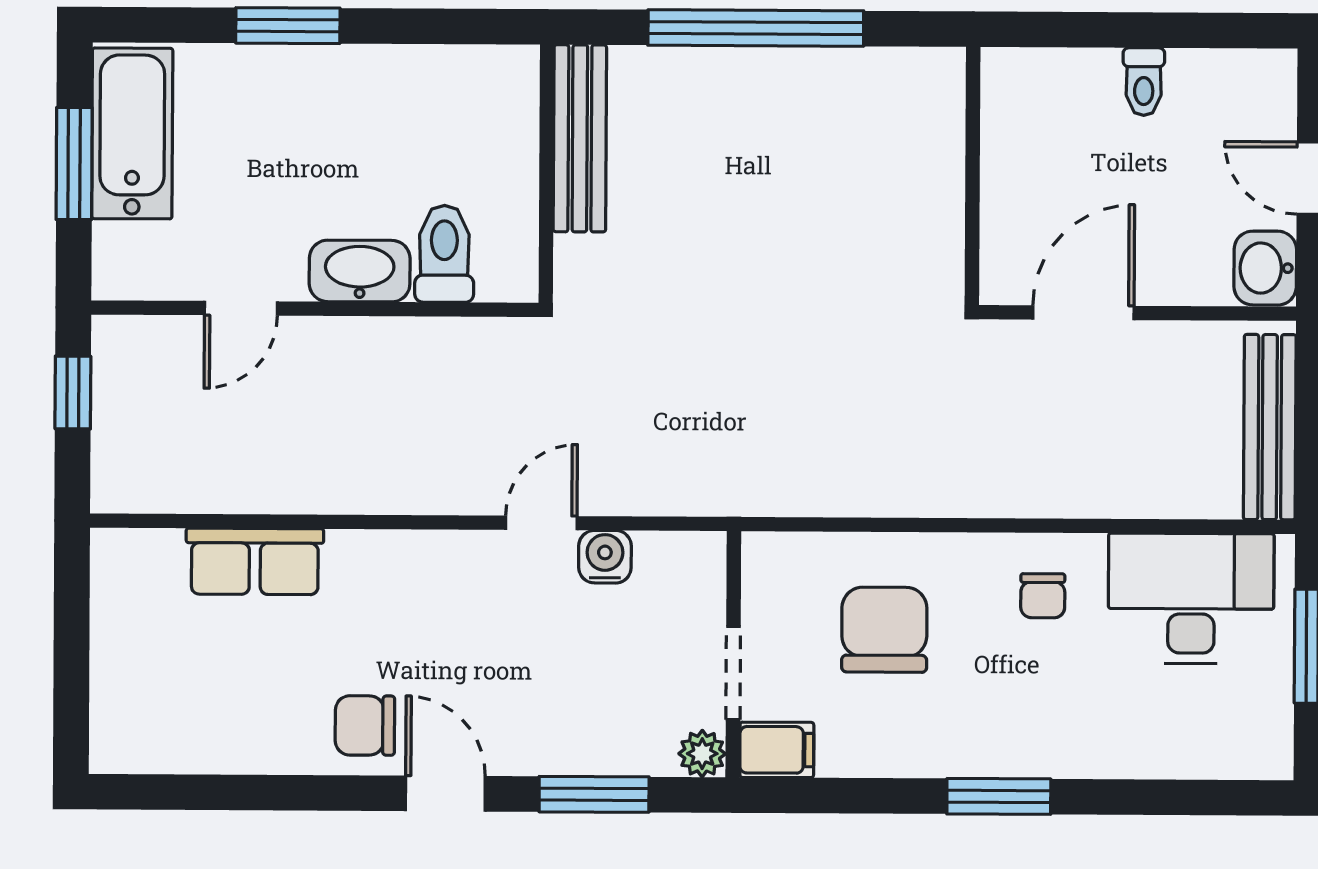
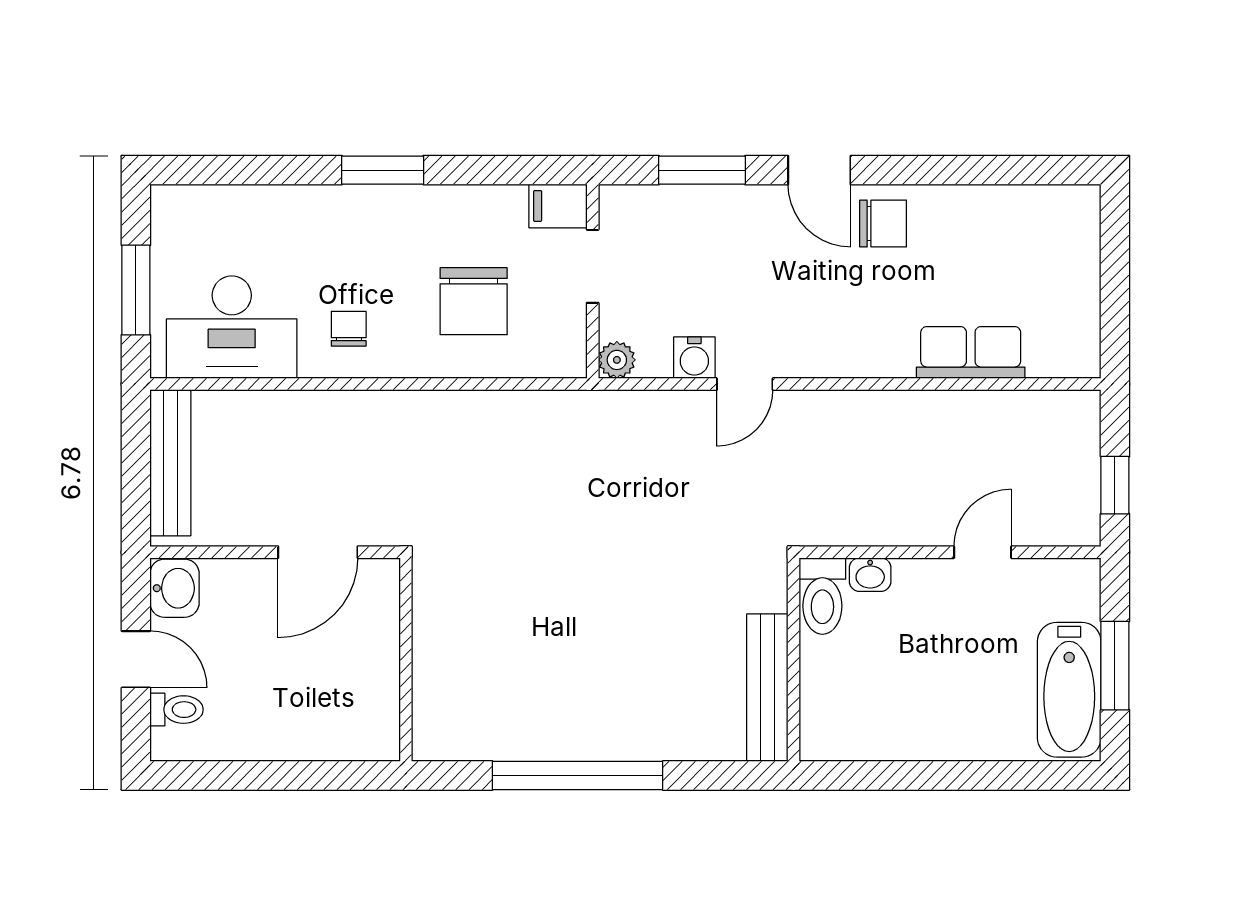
window: (288, 26) -> (947, 776), removed
toilet: (1144, 82) -> (177, 710), moved, turned 90
bench: (580, 138) -> (767, 688), moved
wall: (546, 174) -> (794, 660), moved
washbasin: (360, 271) -> (870, 575), width x0.52, depth x0.69
plant: (702, 754) -> (617, 360), moved

